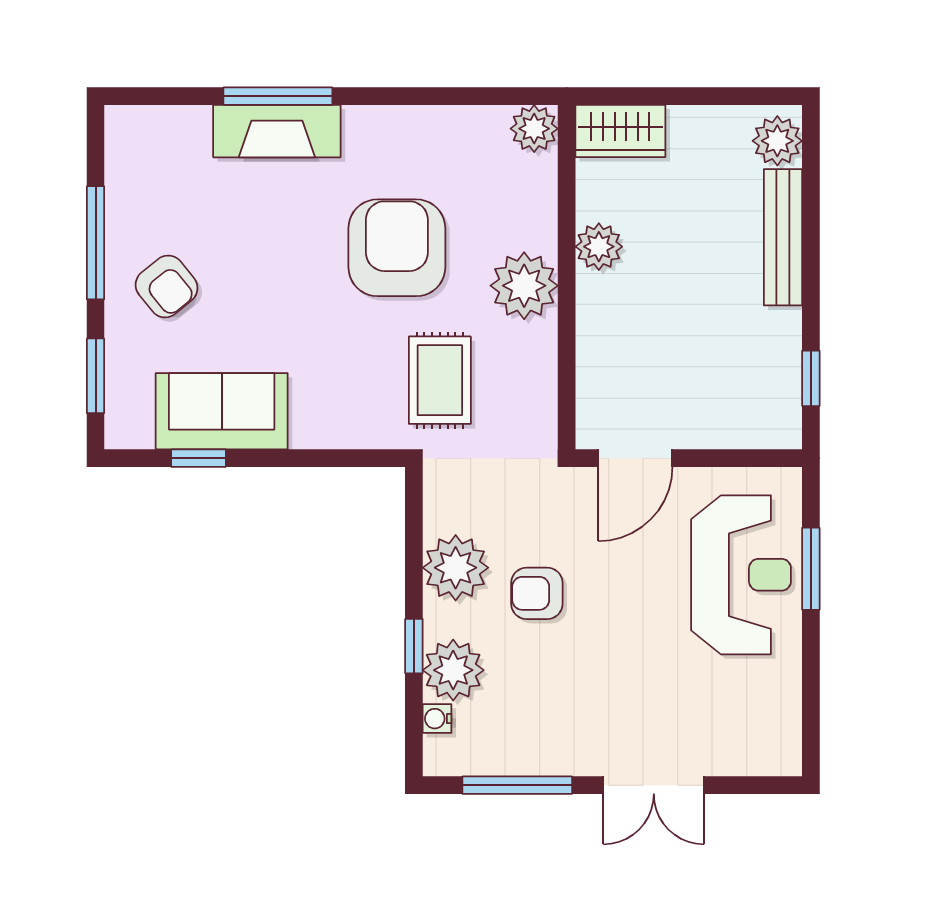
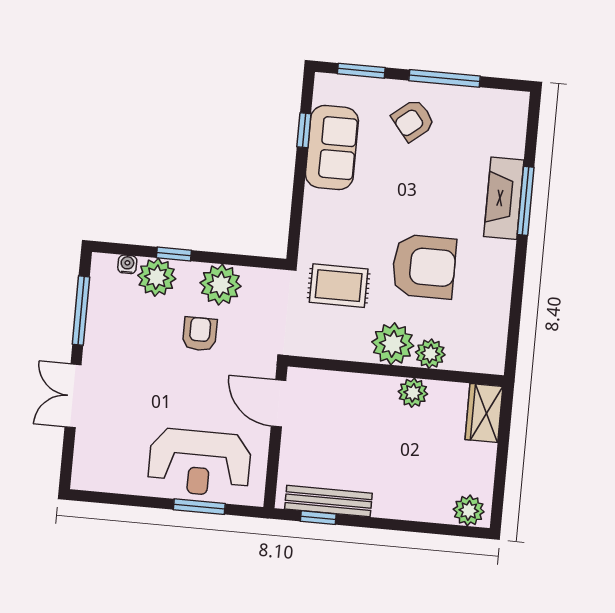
plant: (534, 129) -> (430, 354), moved
bench: (783, 237) -> (328, 501), moved

